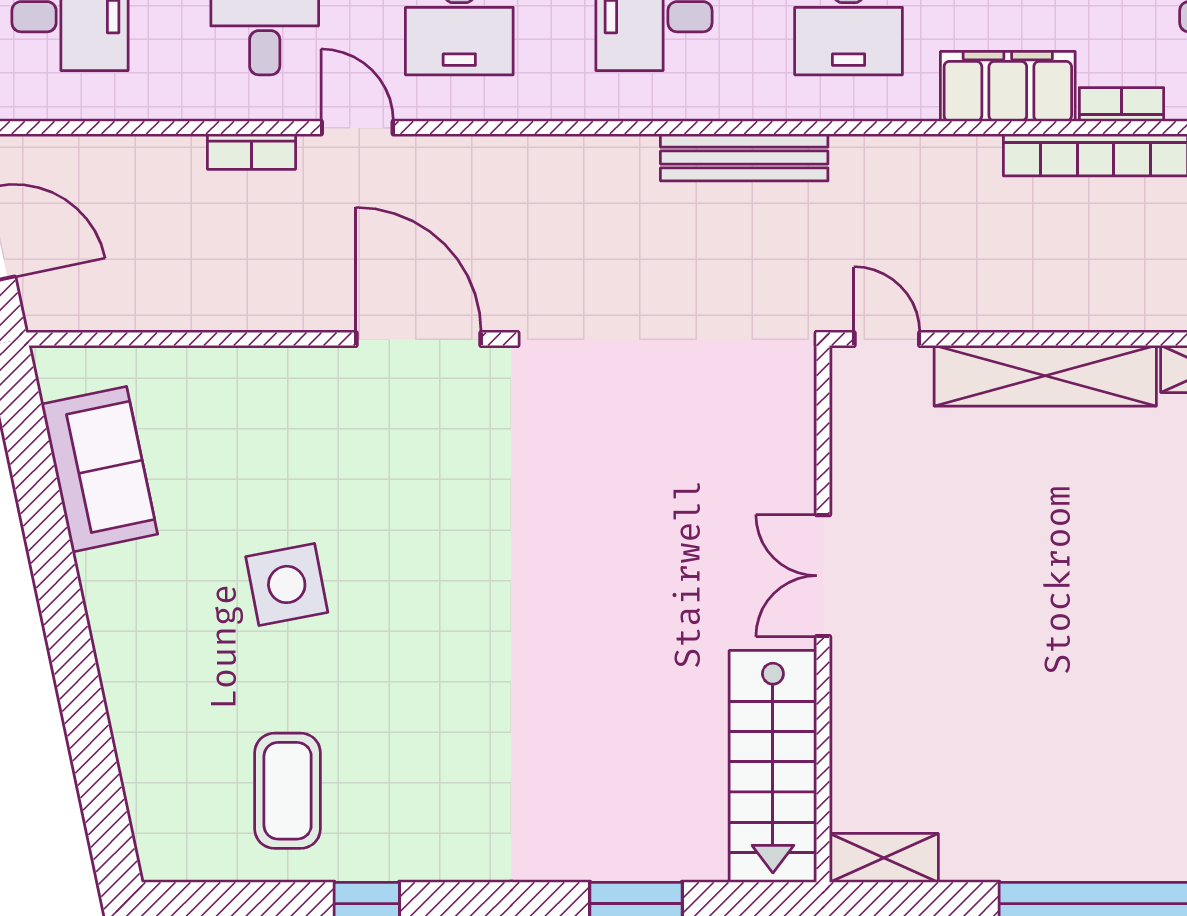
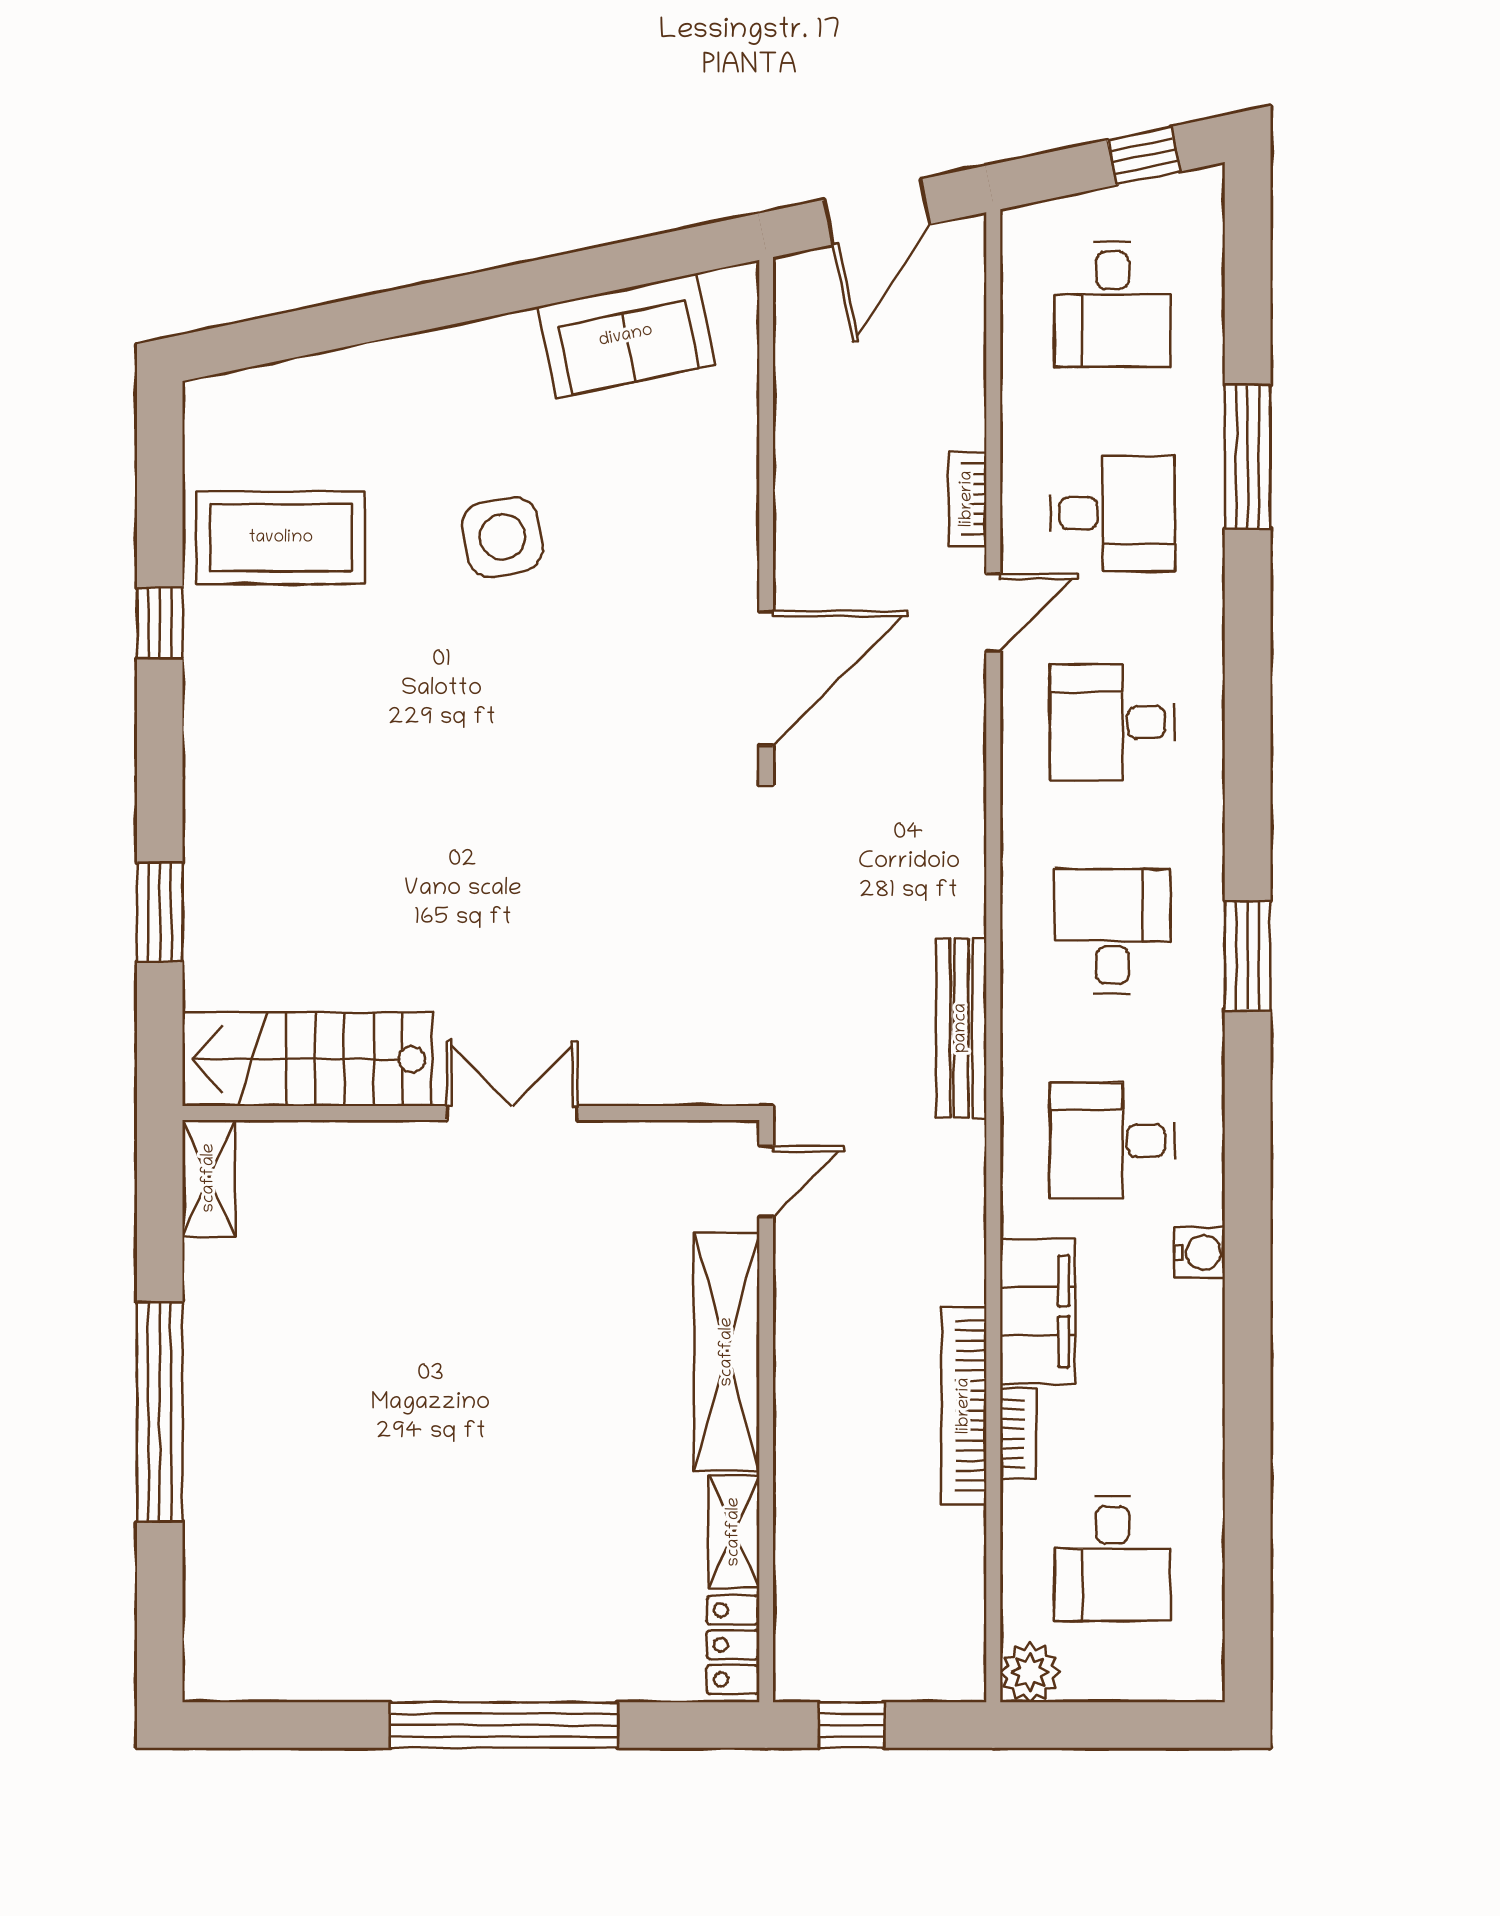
coffee table: (288, 791) -> (281, 538), width x1.36, depth x1.32

